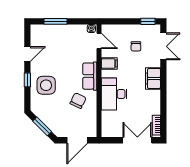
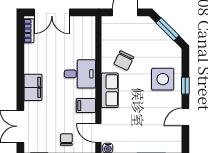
chair: (136, 46) -> (66, 140), moved
desk: (114, 94) -> (80, 74), width x0.73

